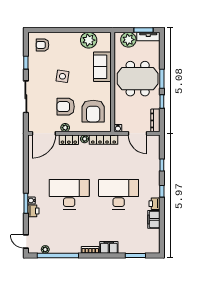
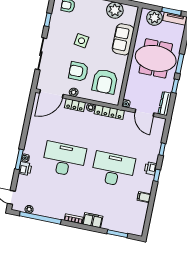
printer: (154, 204) -> (151, 168), moved
filing cabinet: (154, 219) -> (144, 197), width x0.50

